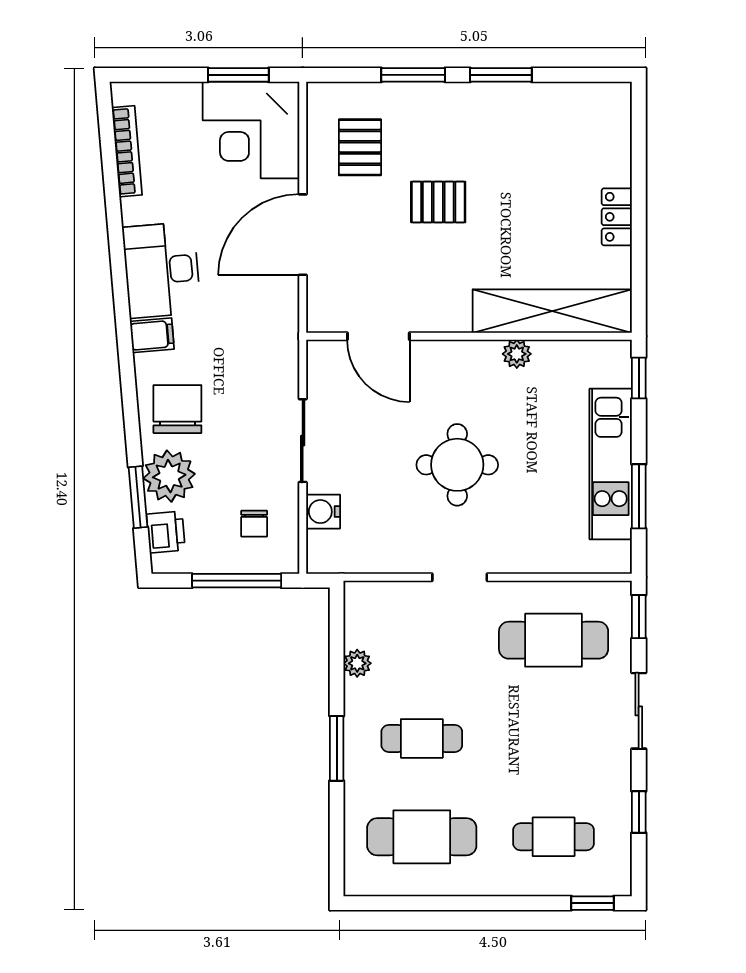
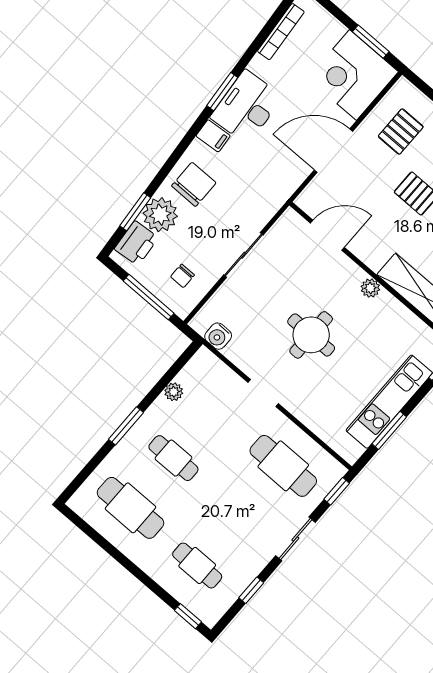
window: (119, 276) -> (222, 92), added
door: (378, 336) -> (327, 235), swing flipped
plant: (517, 354) -> (370, 288), moved
water cooler: (323, 512) -> (218, 336), moved, turned -90
printer: (166, 532) -> (136, 243), width x1.36, depth x1.24

